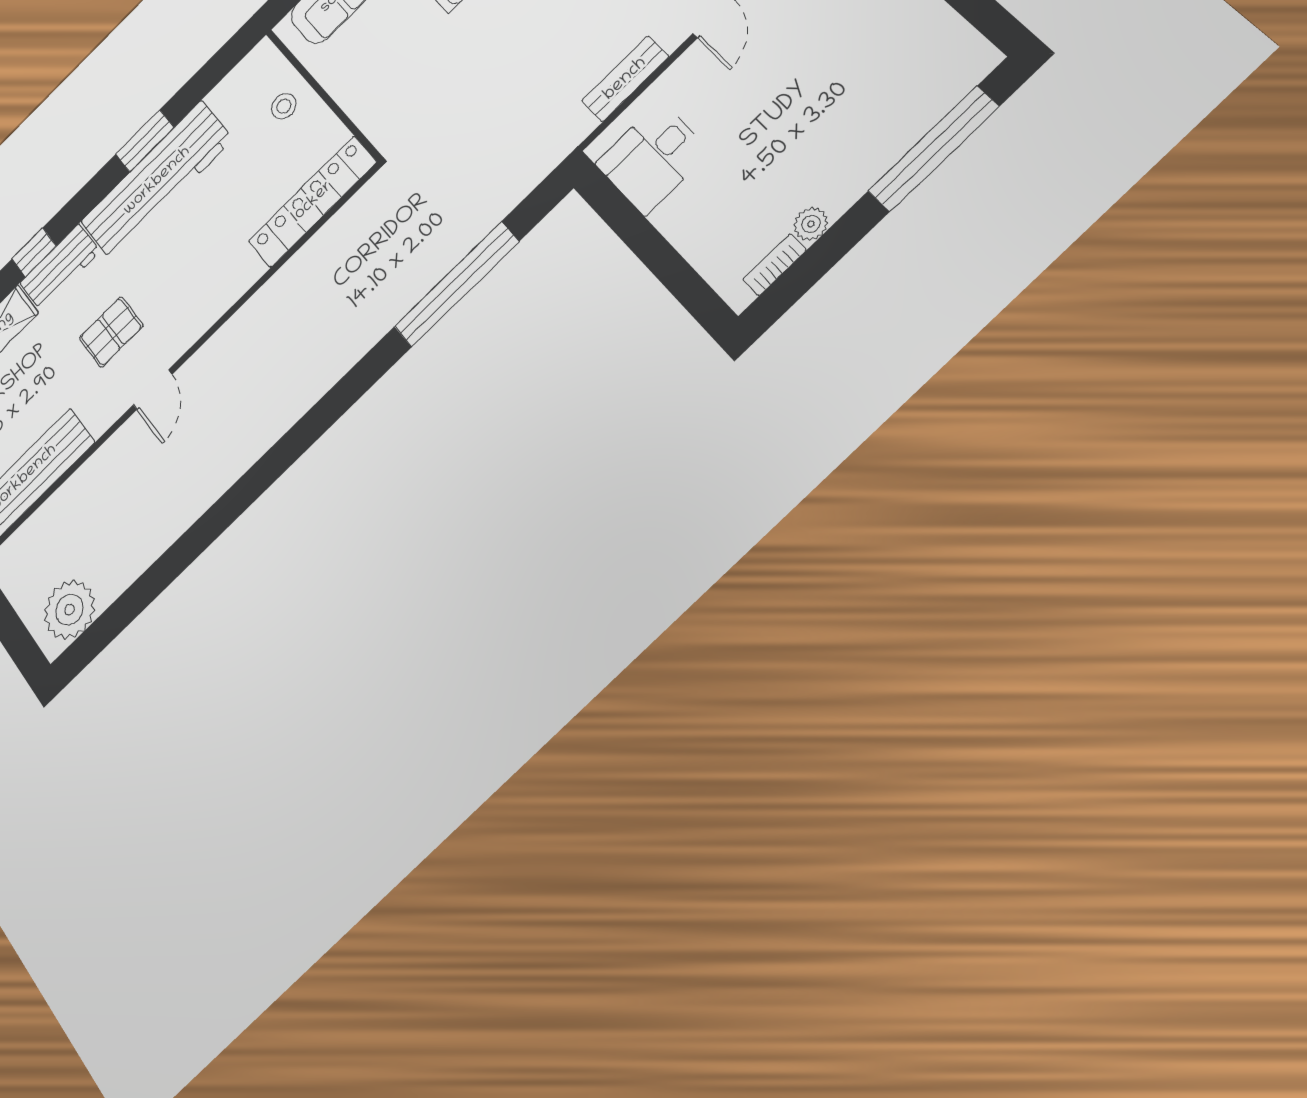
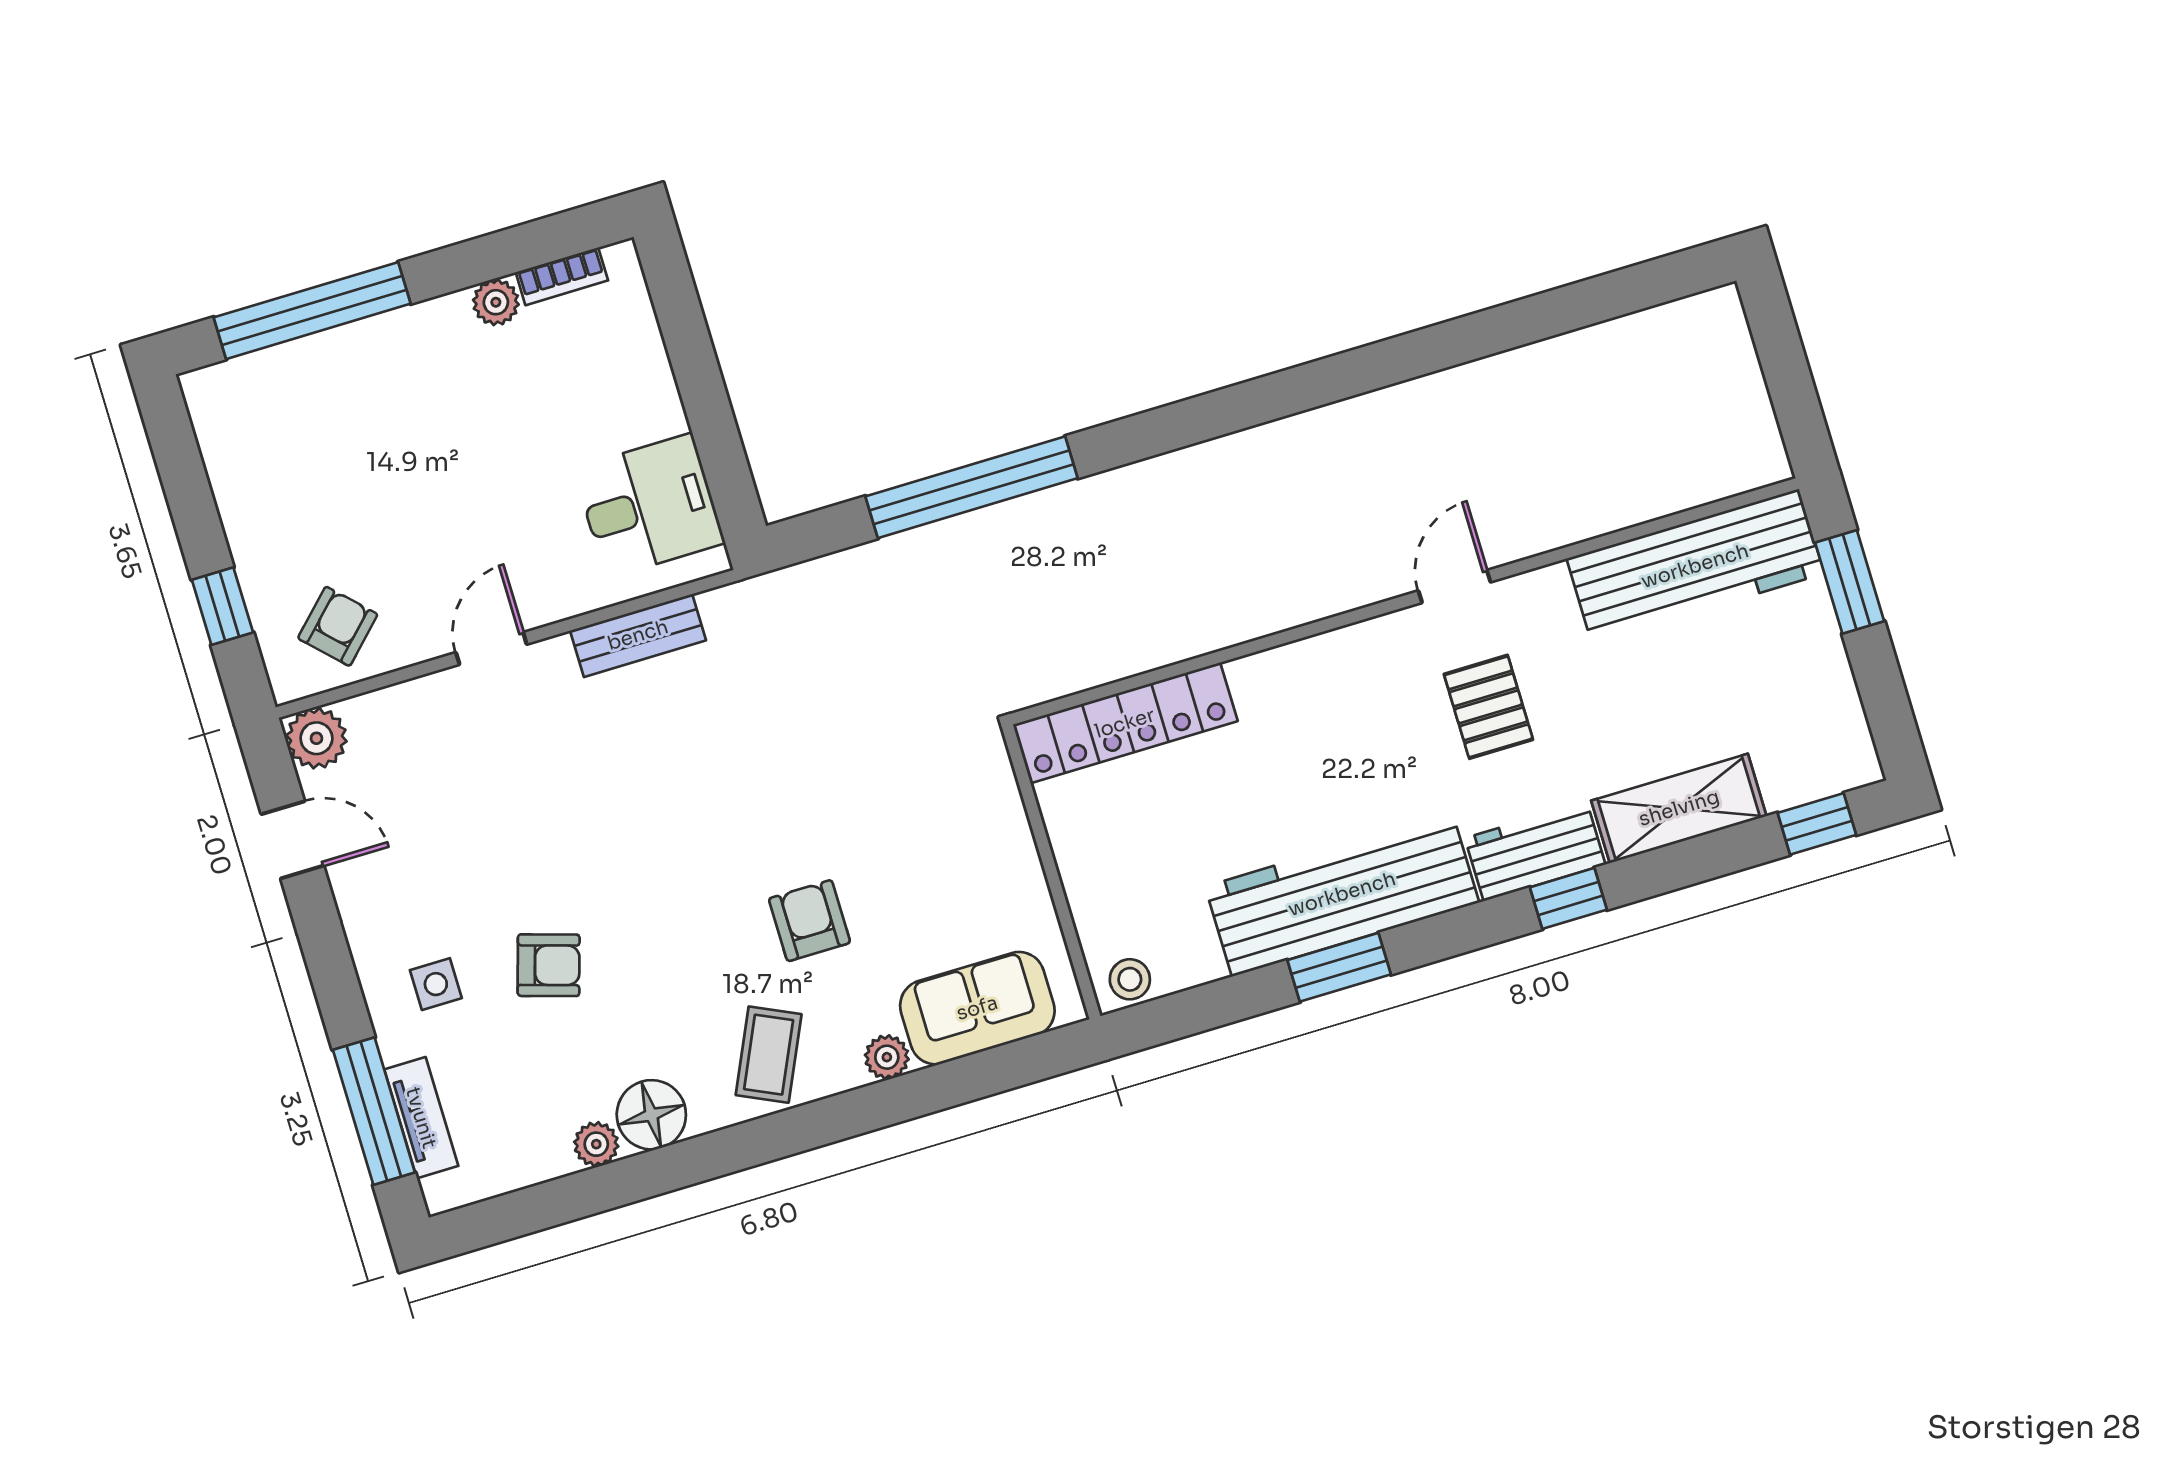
stool: (284, 106) -> (1130, 979), moved
pallet: (111, 332) -> (1488, 707), turned 90
plant: (69, 610) -> (1683, 341), removed

